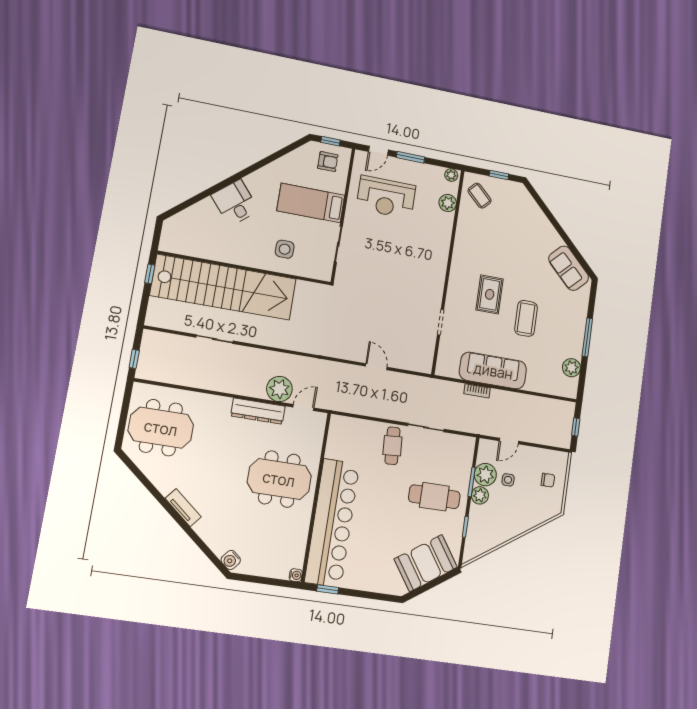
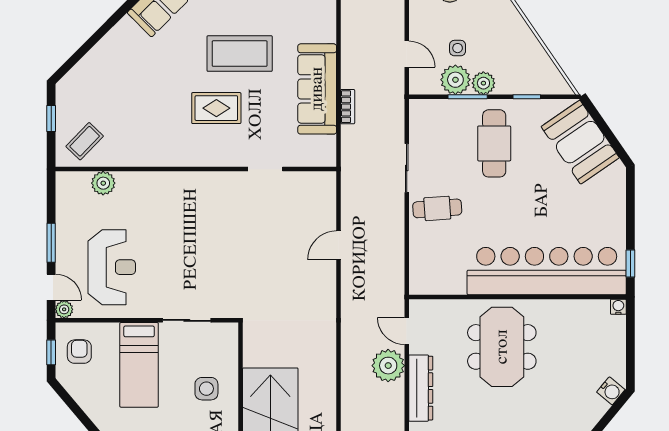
plant: (451, 175) -> (64, 309), moved
coffee table: (526, 318) -> (240, 54), width x1.36, depth x1.32

